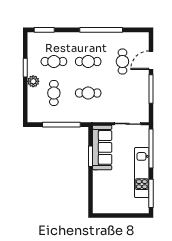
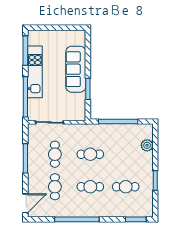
door: (151, 60) -> (25, 203), moved
plant: (33, 81) -> (147, 145), moved
cafe table: (54, 93) -> (55, 154), moved
sofa: (102, 147) -> (76, 69), moved

